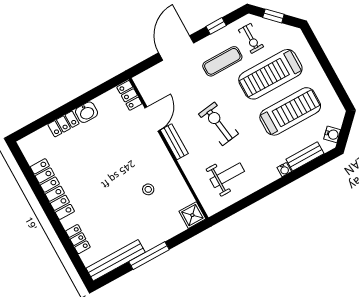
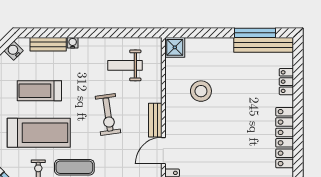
treadmill: (290, 111) -> (39, 91), width x0.73, depth x0.73
stool: (148, 189) -> (201, 91), width x1.89, depth x1.89
window: (149, 256) -> (255, 33), moved

